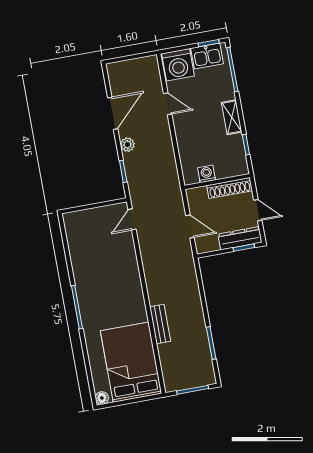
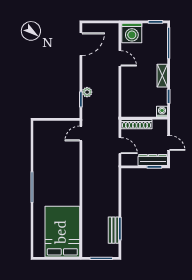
kitchen sink: (207, 56) -> (153, 30), removed
door: (113, 113) -> (81, 44), moved
plant: (127, 145) -> (87, 92), moved
washing machine: (207, 174) -> (162, 112), moved
shoe rack: (230, 188) -> (136, 124), moved
bench: (160, 324) -> (114, 230), moved
floor lamp: (102, 398) -> (38, 253), removed

